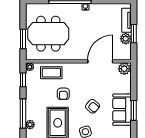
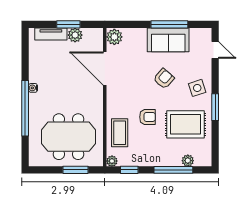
meeting table: (48, 34) -> (68, 137), turned 90
window: (134, 110) -> (169, 24), width x1.44

